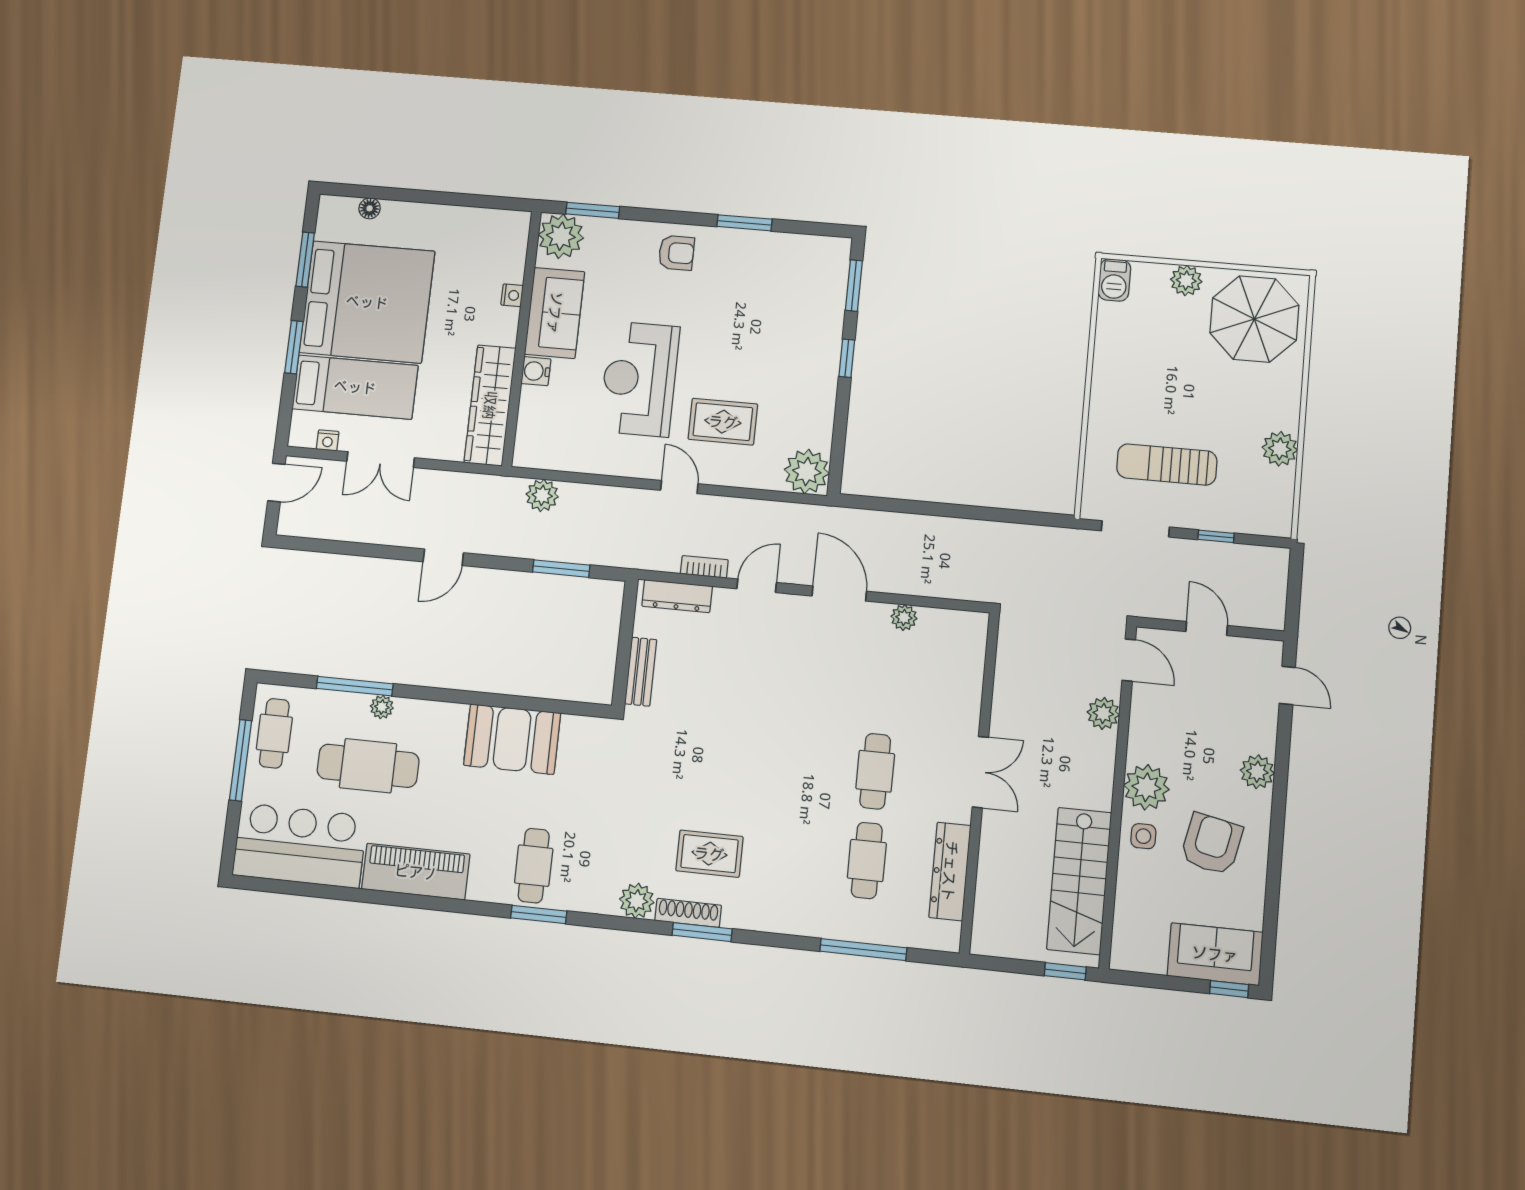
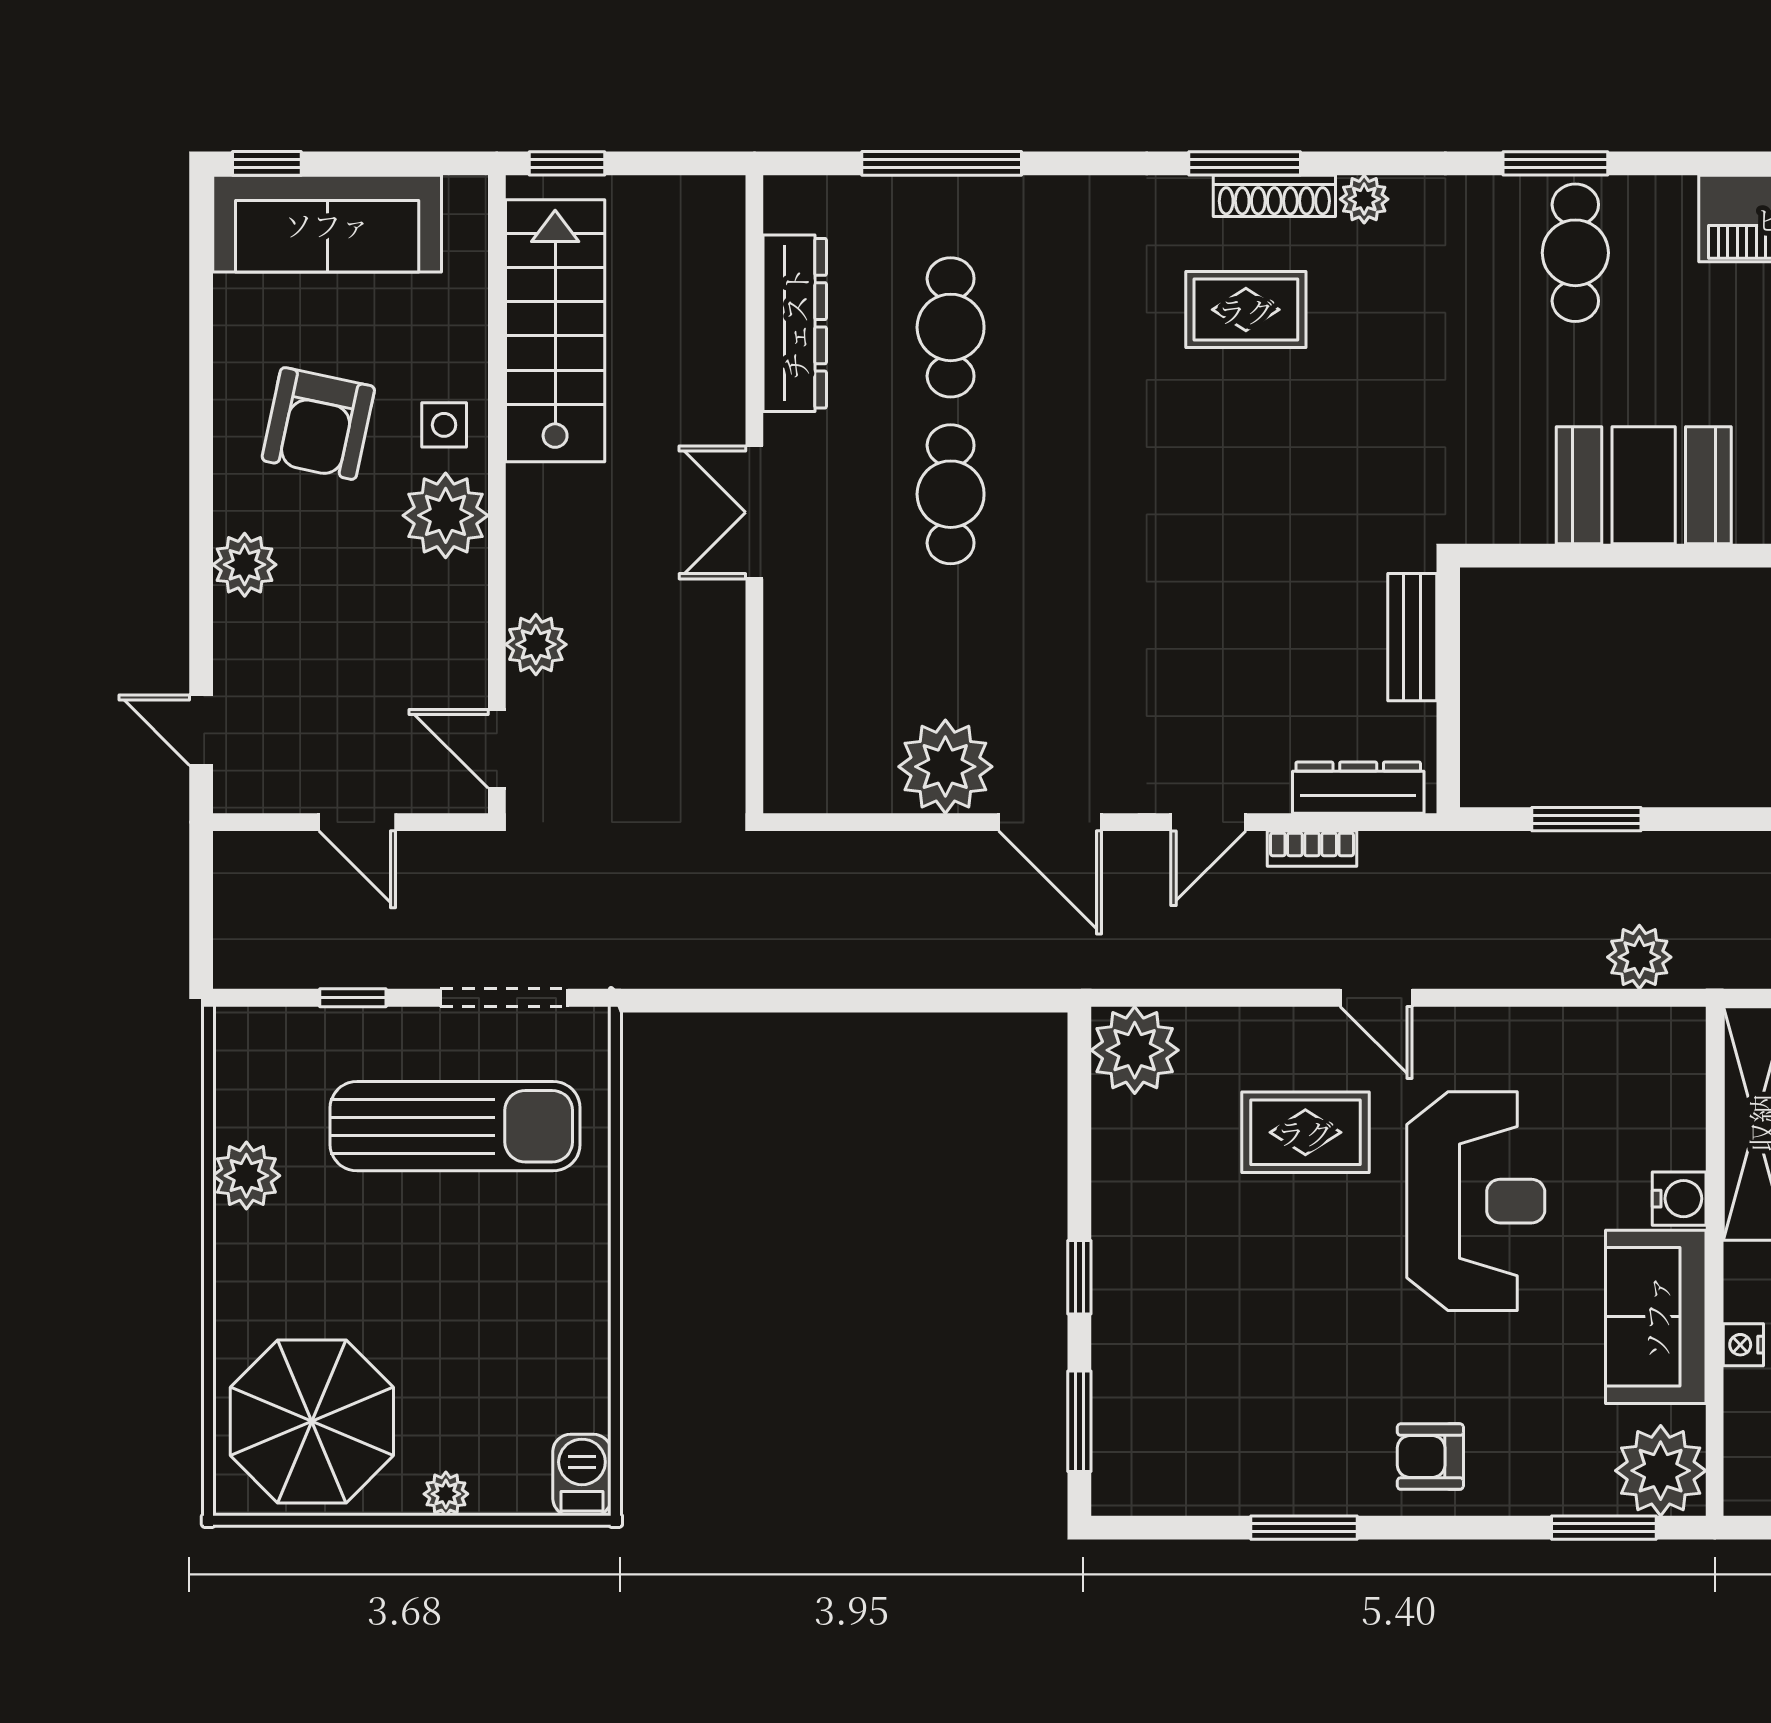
plant: (1186, 280) -> (446, 1494), width x0.73, depth x0.73
sun lounger: (1167, 464) -> (455, 1126), width x1.36, depth x1.34
plant: (904, 617) -> (945, 767), width x1.87, depth x1.87
plant: (637, 901) -> (1364, 199), width x0.73, depth x0.73
sofa: (1215, 954) -> (327, 224), width x1.36

